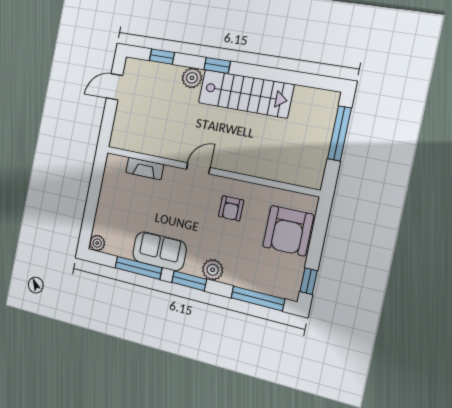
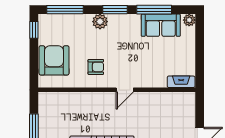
fireplace: (145, 168) -> (181, 82), moved
armchair: (231, 208) -> (96, 67), turned 90
sofa: (159, 251) -> (161, 25), moved

